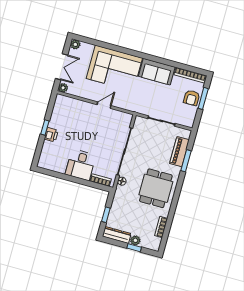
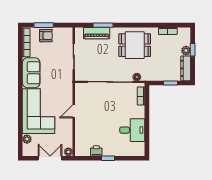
plant: (75, 44) -> (27, 139), moved
door: (104, 105) -> (74, 111), hinge flipped
printer: (51, 135) -> (96, 151), moved
desk: (81, 165) -> (132, 130), moved

